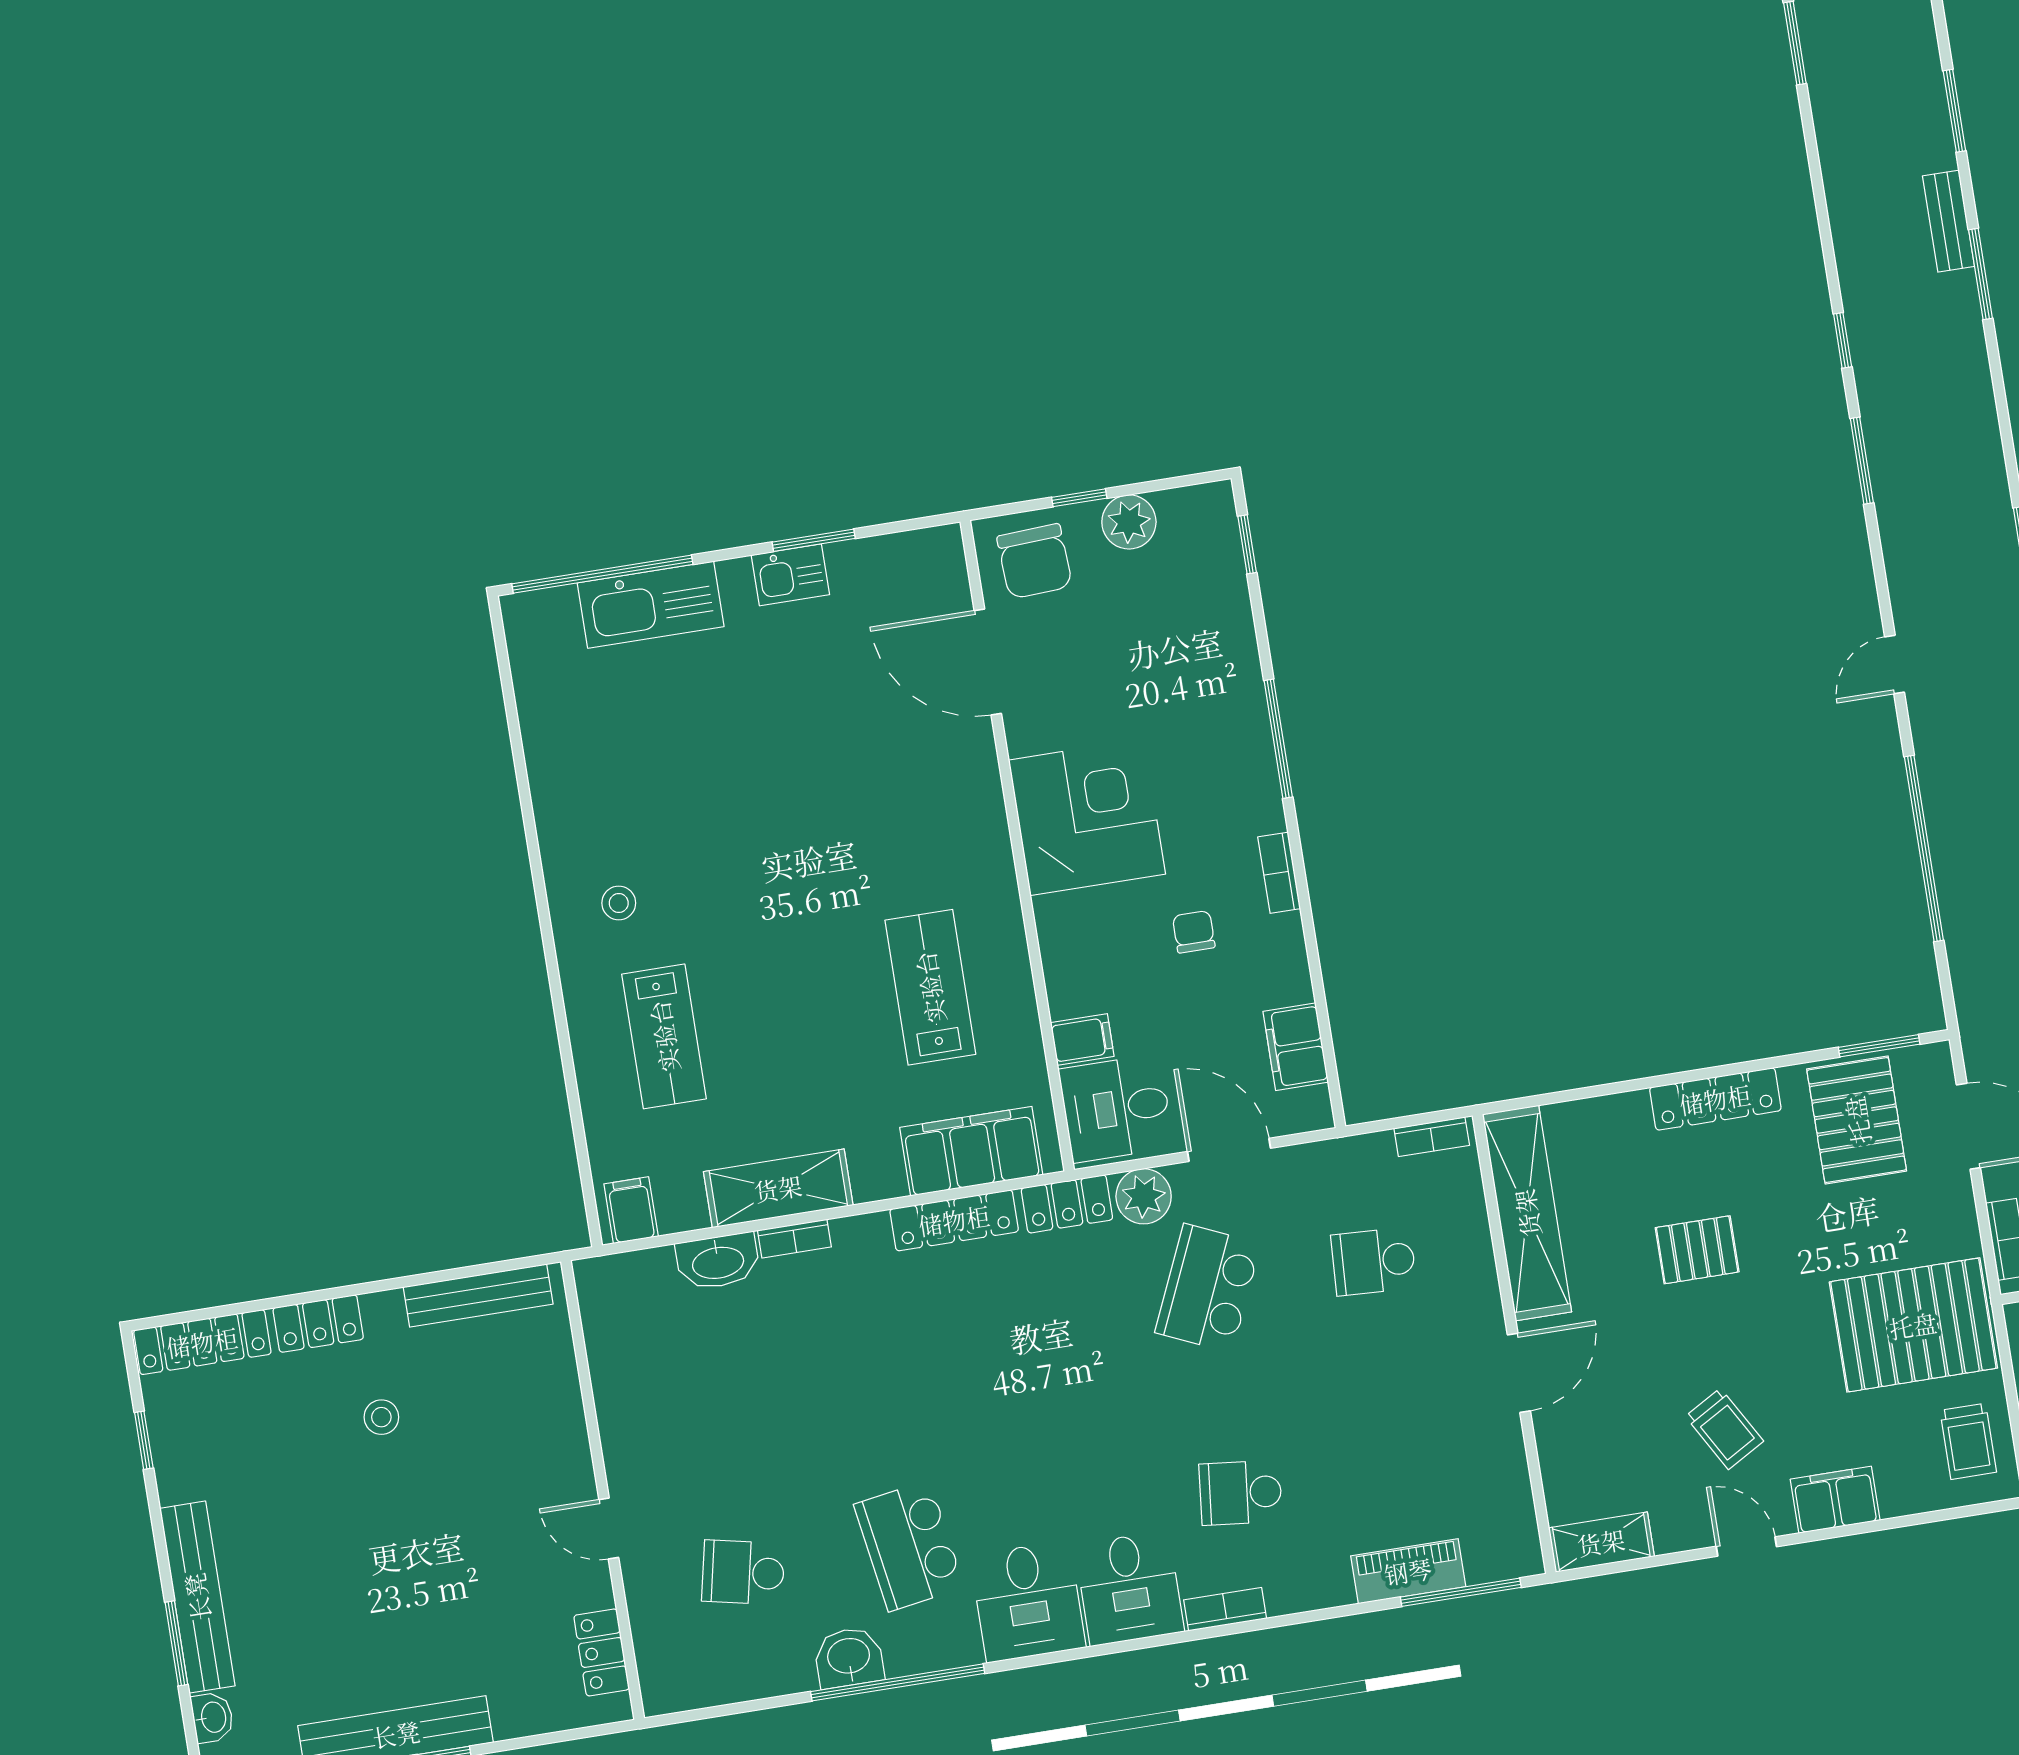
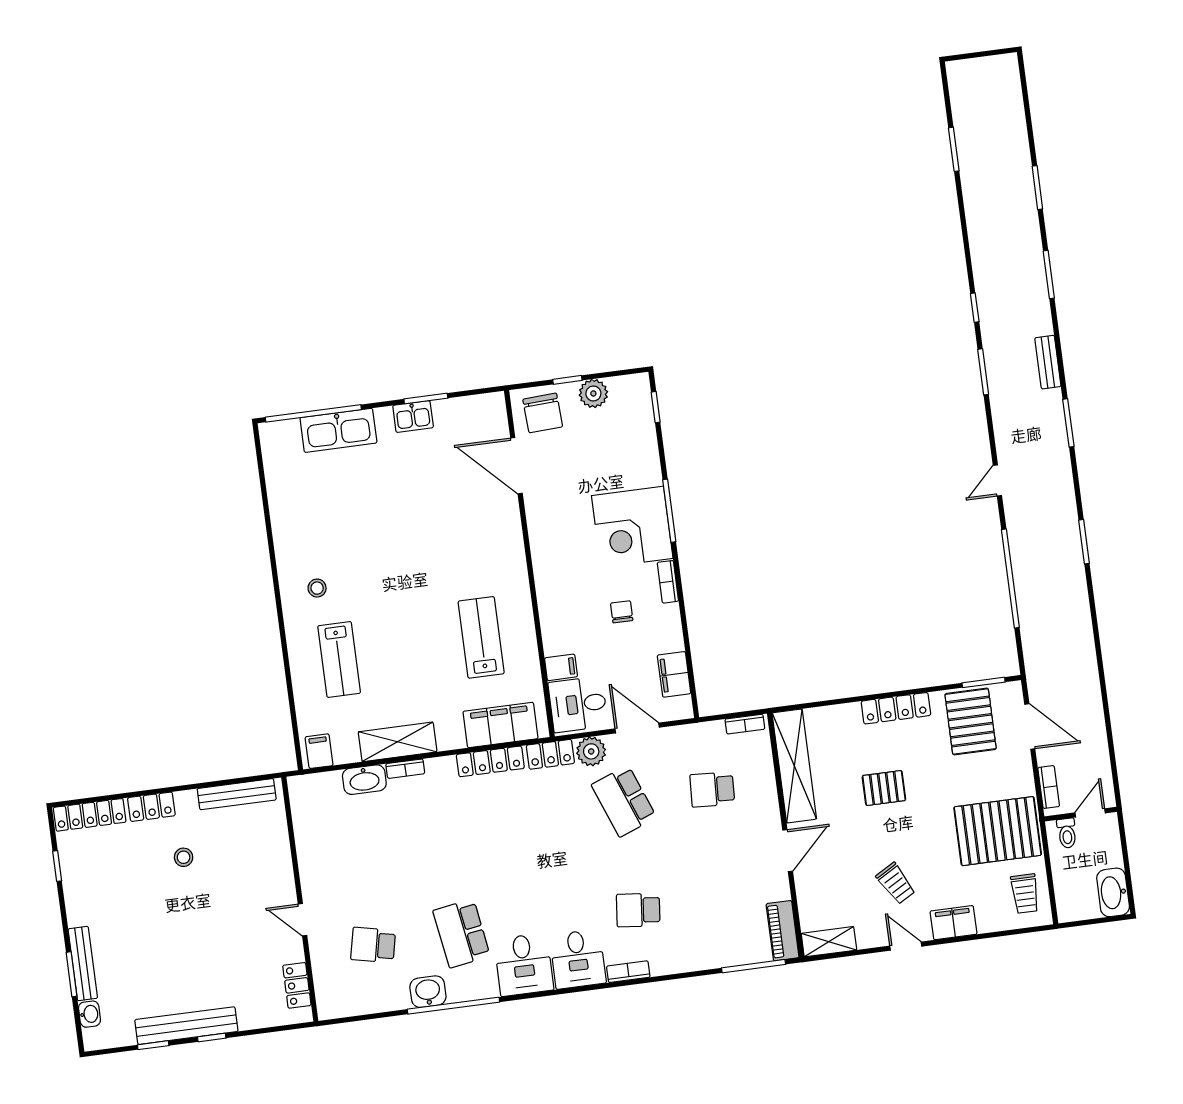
bench: (1948, 221) -> (1048, 362), moved
corner desk: (1087, 817) -> (632, 527), moved, turned 180
school desk: (1208, 1288) -> (624, 801), turned -45
piano: (1408, 1571) -> (783, 931), moved, turned -90
bench: (197, 1597) -> (83, 964), width x0.73, depth x0.82

